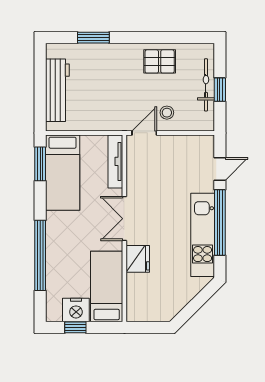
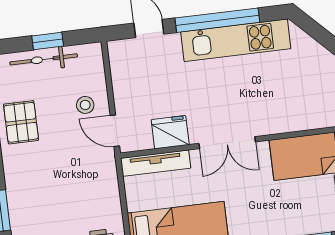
fridge: (138, 259) -> (170, 132), moved

